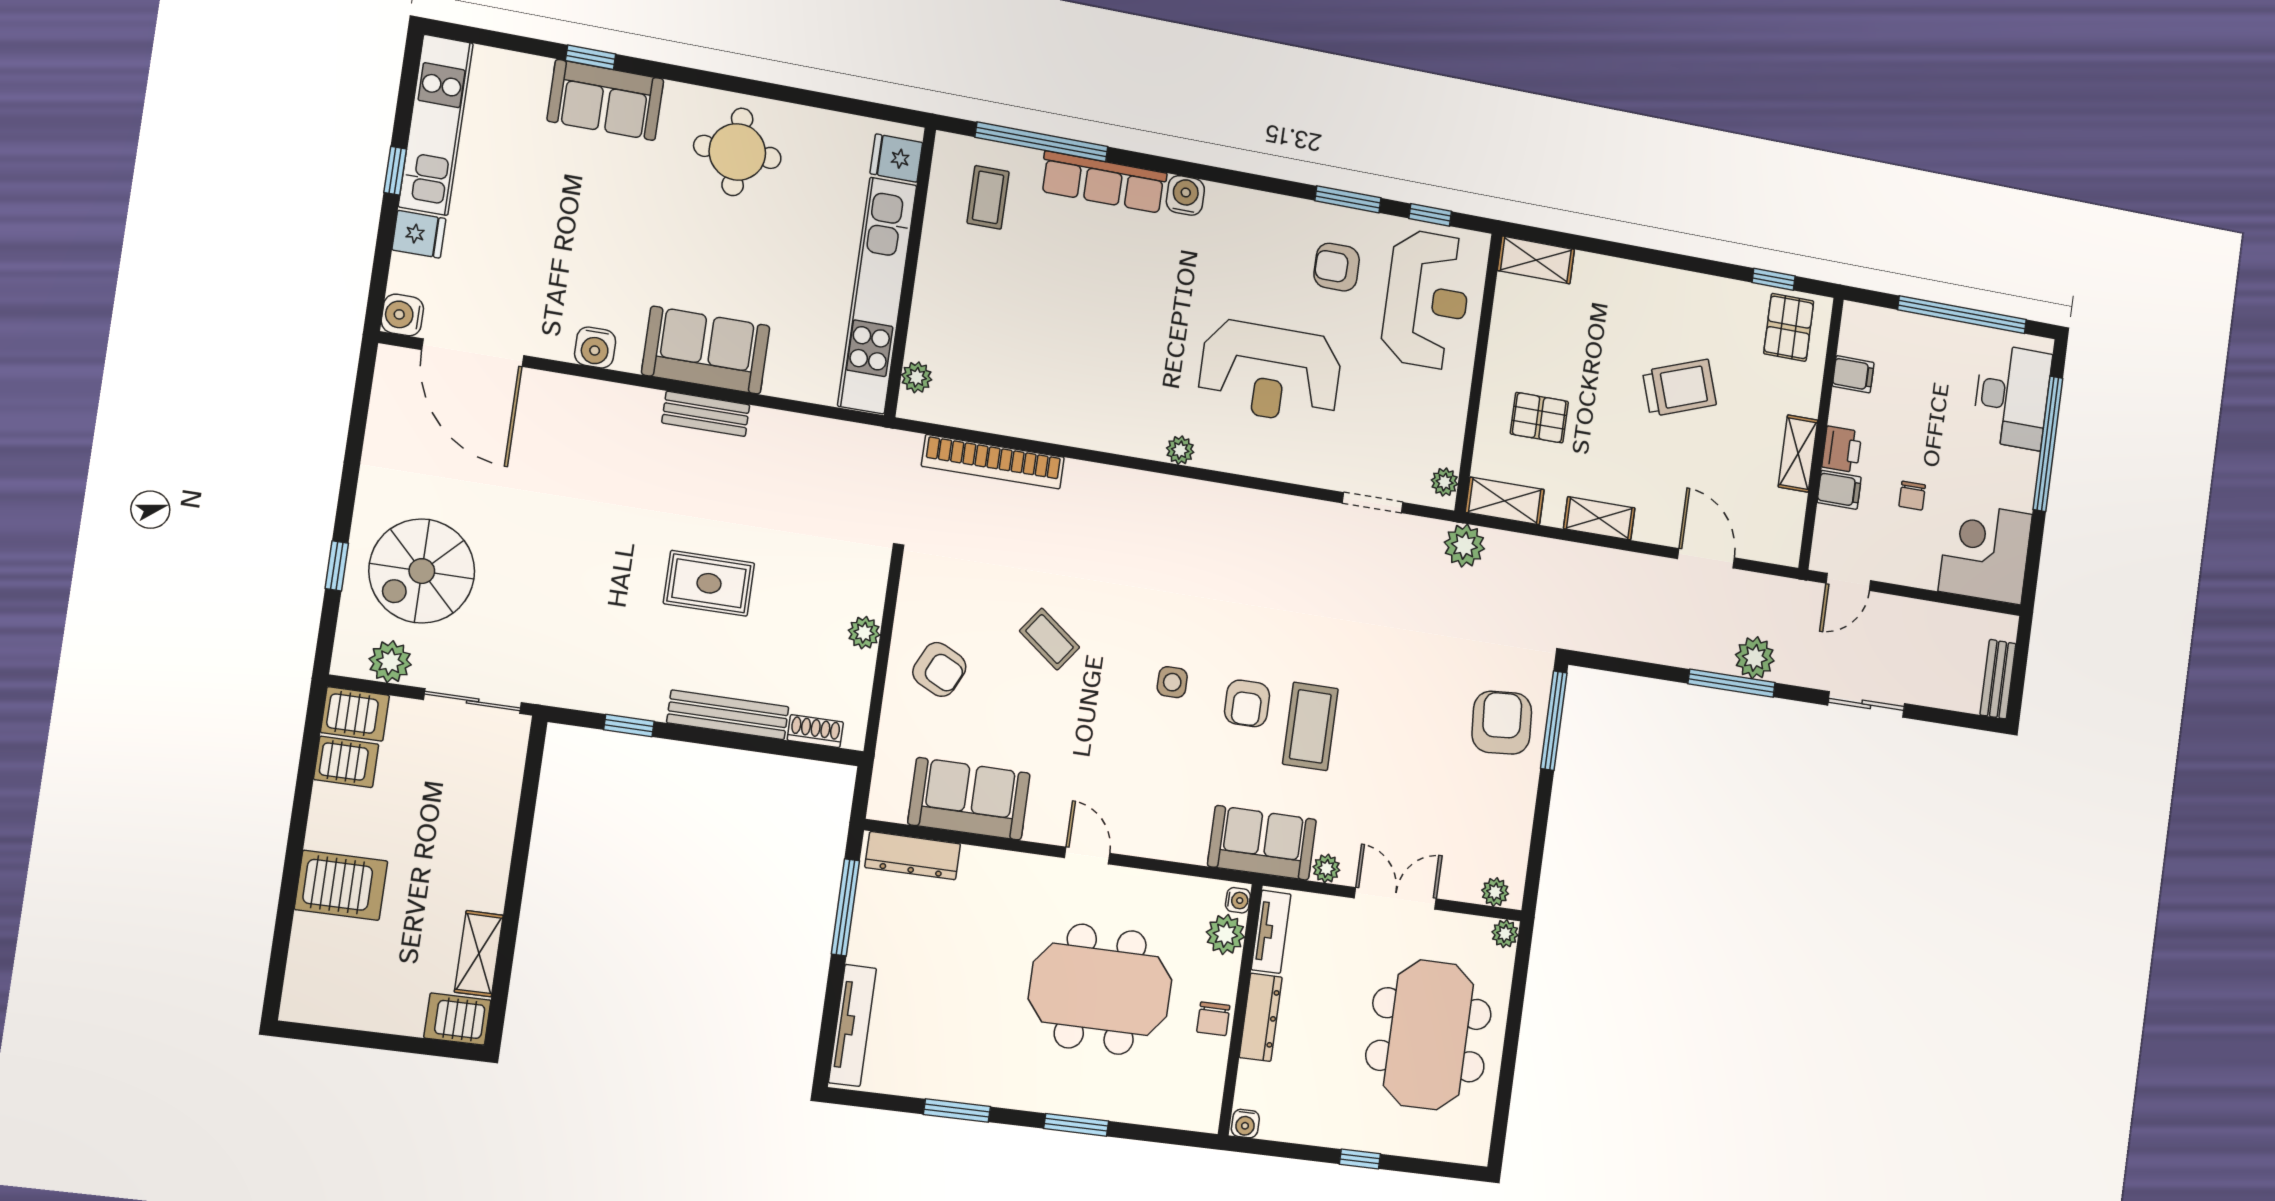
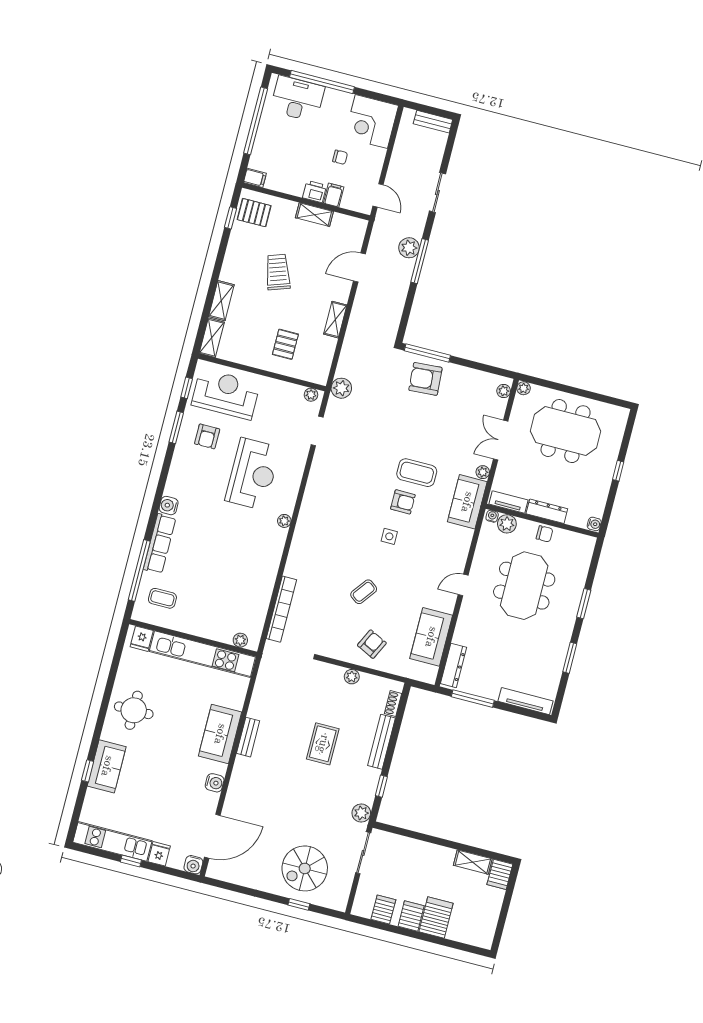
filing cabinet: (1853, 374) -> (255, 178), moved, turned 90
shelving: (1505, 501) -> (221, 301), moved
spiral stairs: (422, 571) -> (305, 868), turned 90
plant: (390, 662) -> (361, 813), moved
server rack: (355, 714) -> (411, 916), moved

